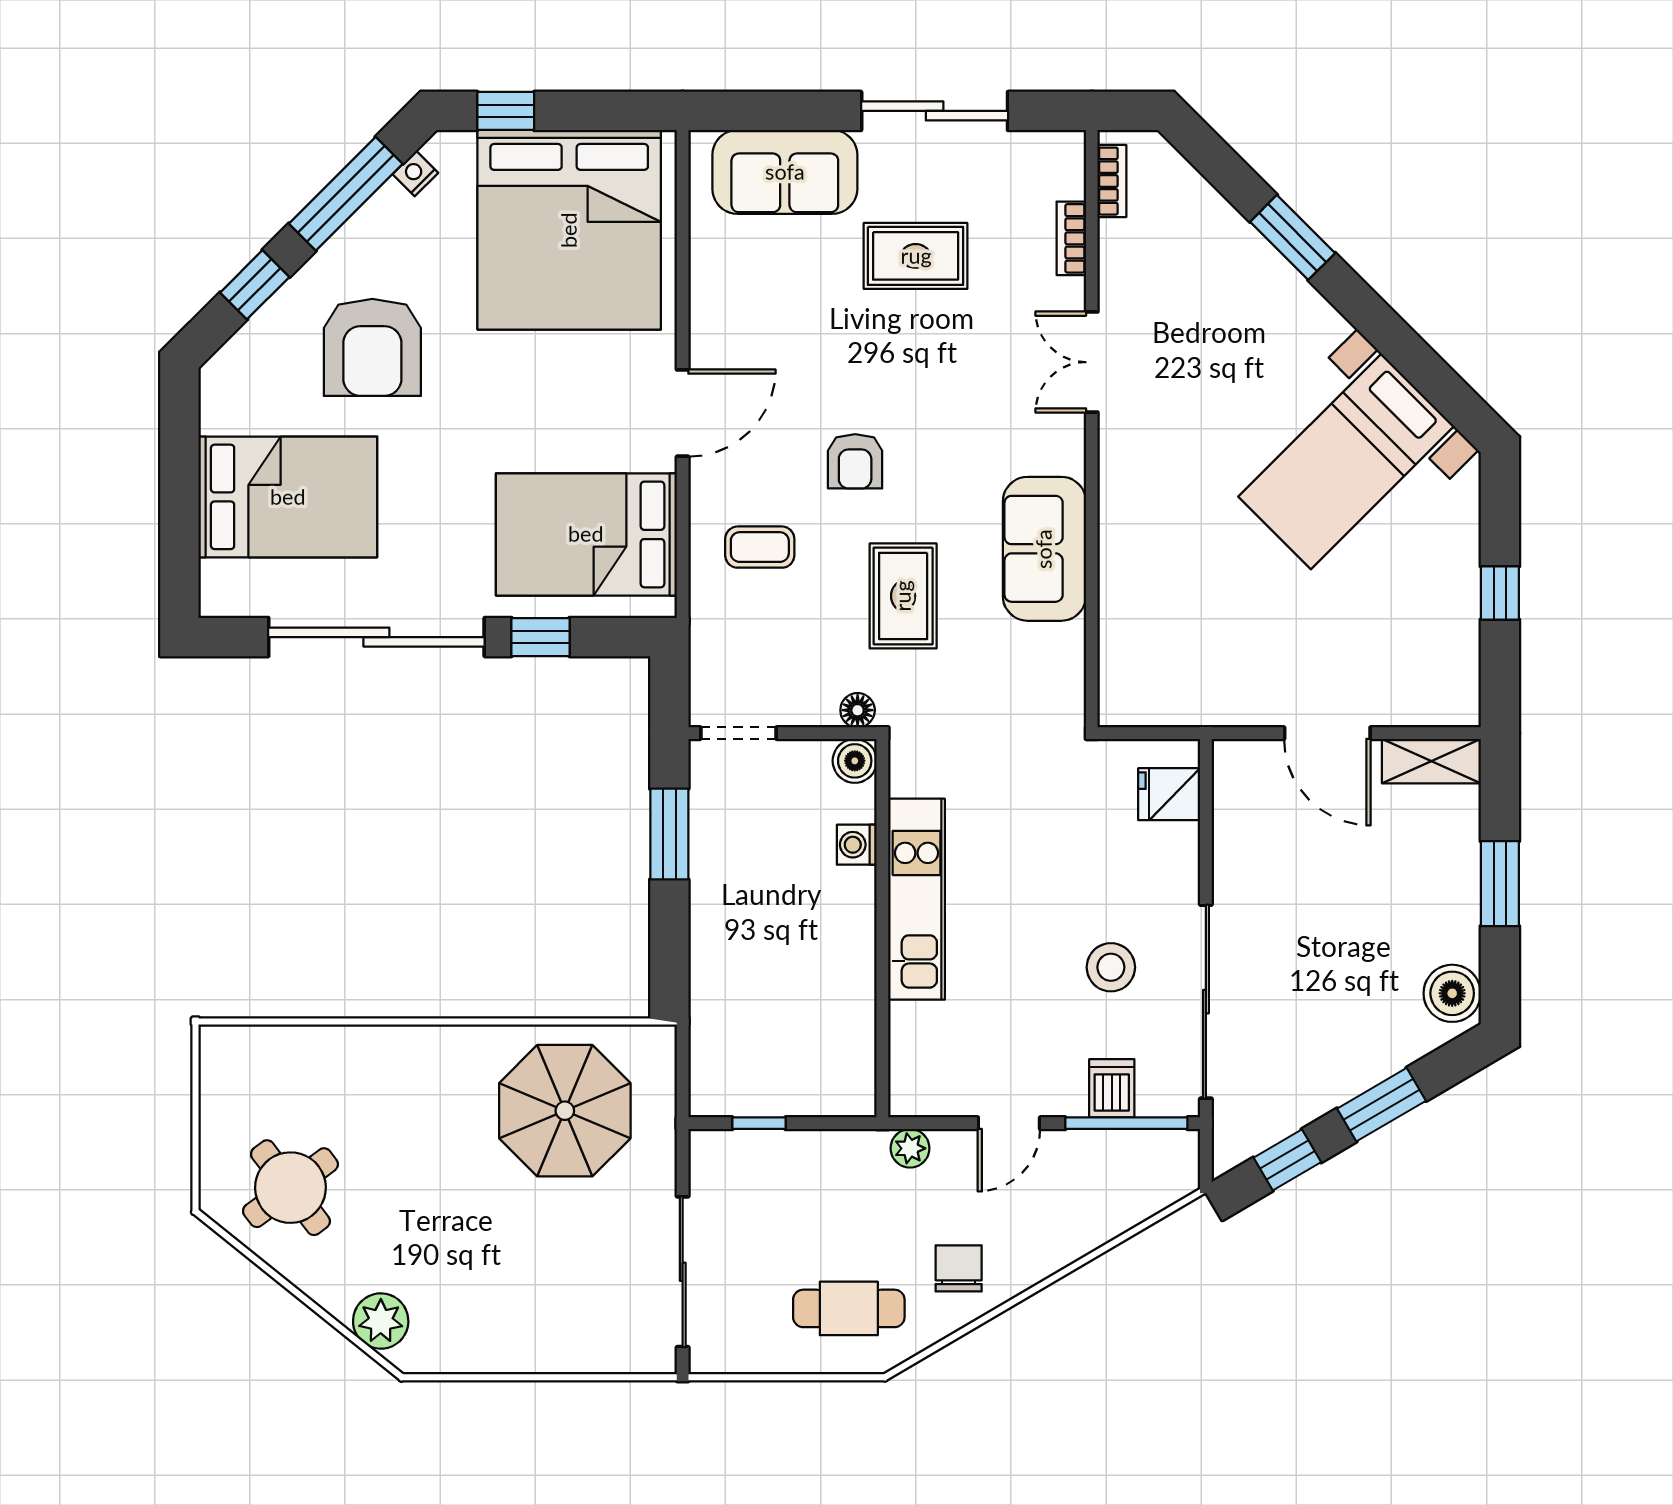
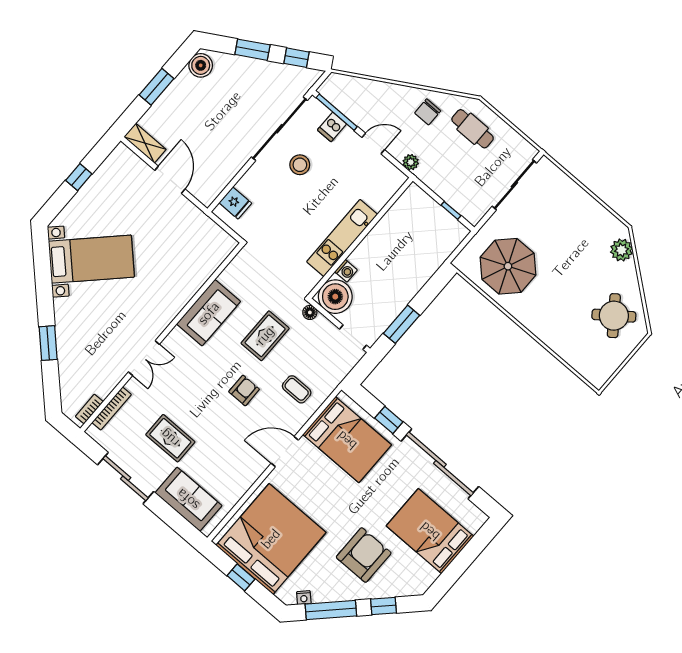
window: (506, 111) -> (241, 577), moved
bookcase: (1071, 238) -> (112, 408), width x1.56
boiler: (855, 761) -> (335, 297), width x1.86, depth x1.86

